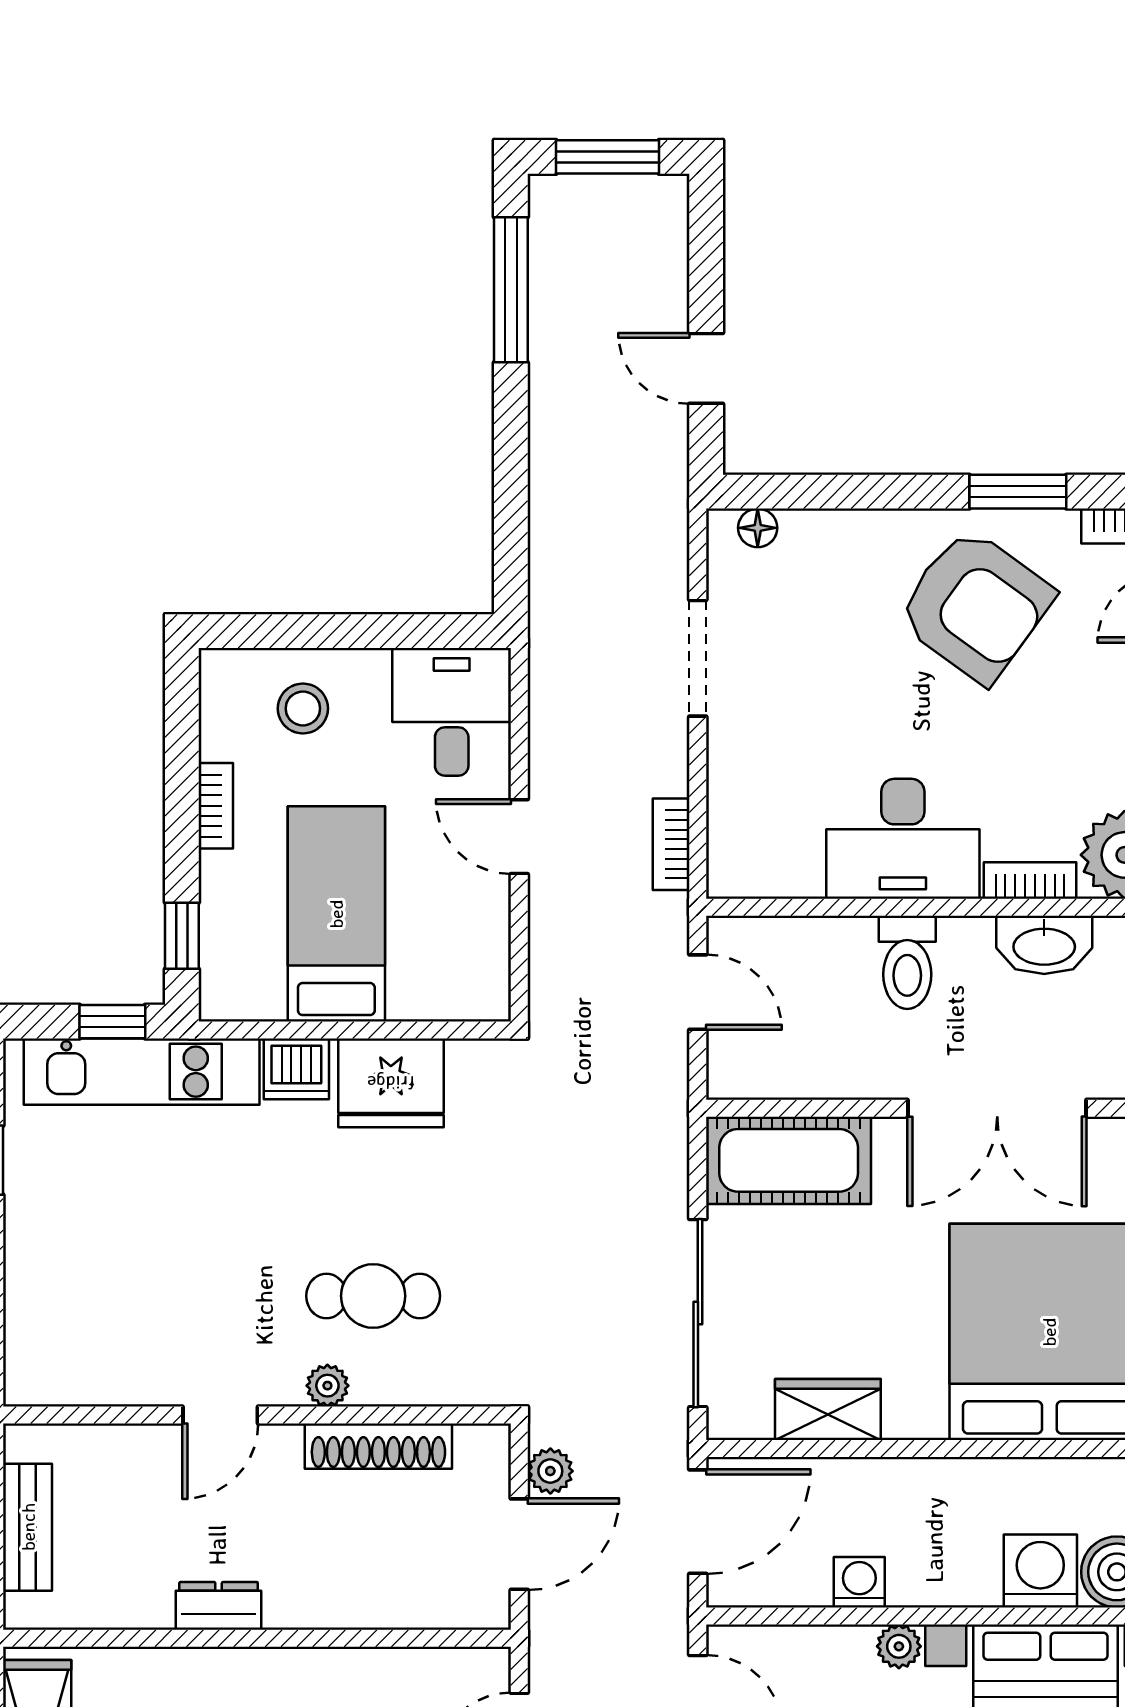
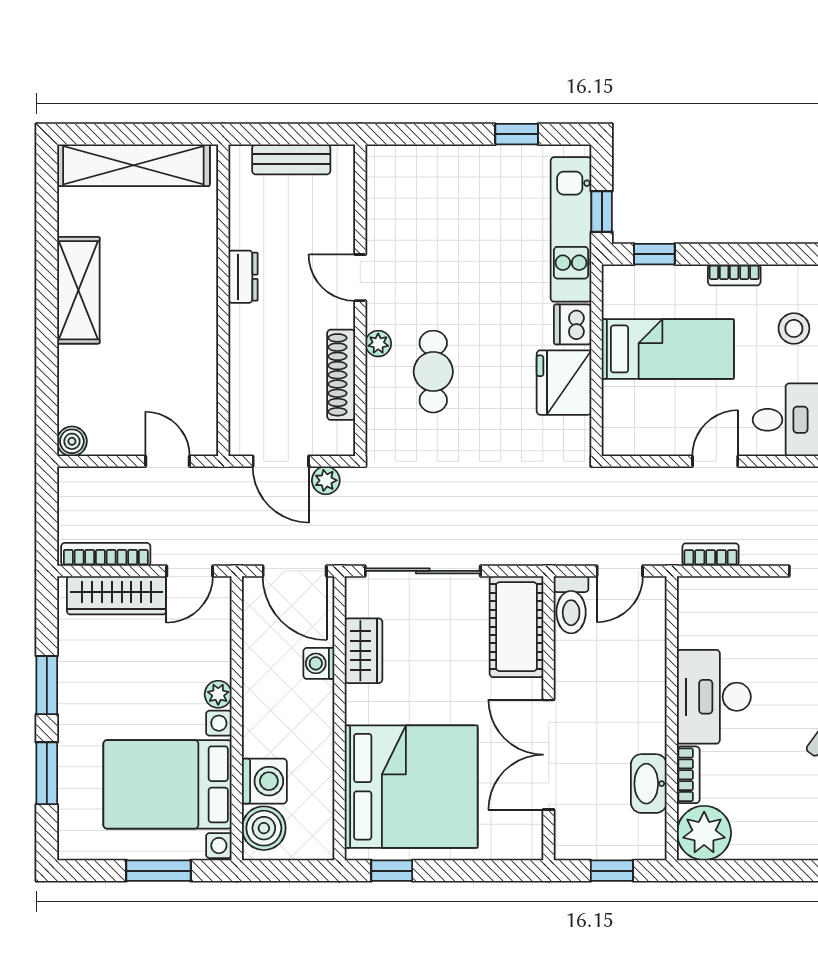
toilet: (907, 962) -> (571, 605), moved, turned -90
washing machine: (859, 1582) -> (319, 663), moved, turned 180

